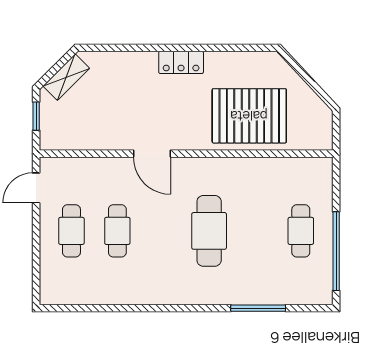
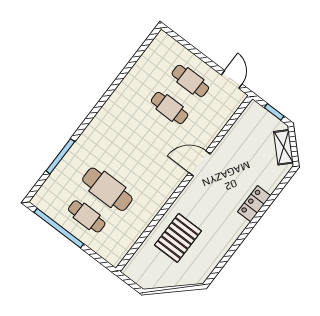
locker: (181, 62) -> (254, 204), moved
pallet: (249, 116) -> (178, 238), width x0.73, depth x0.71
cafe table: (209, 231) -> (107, 189), moved

